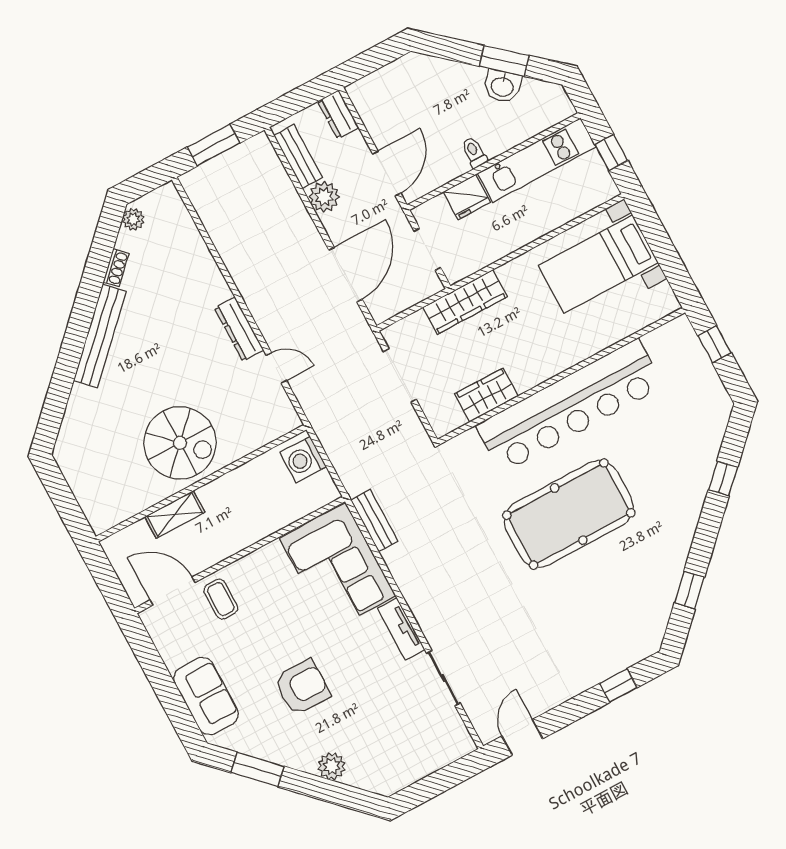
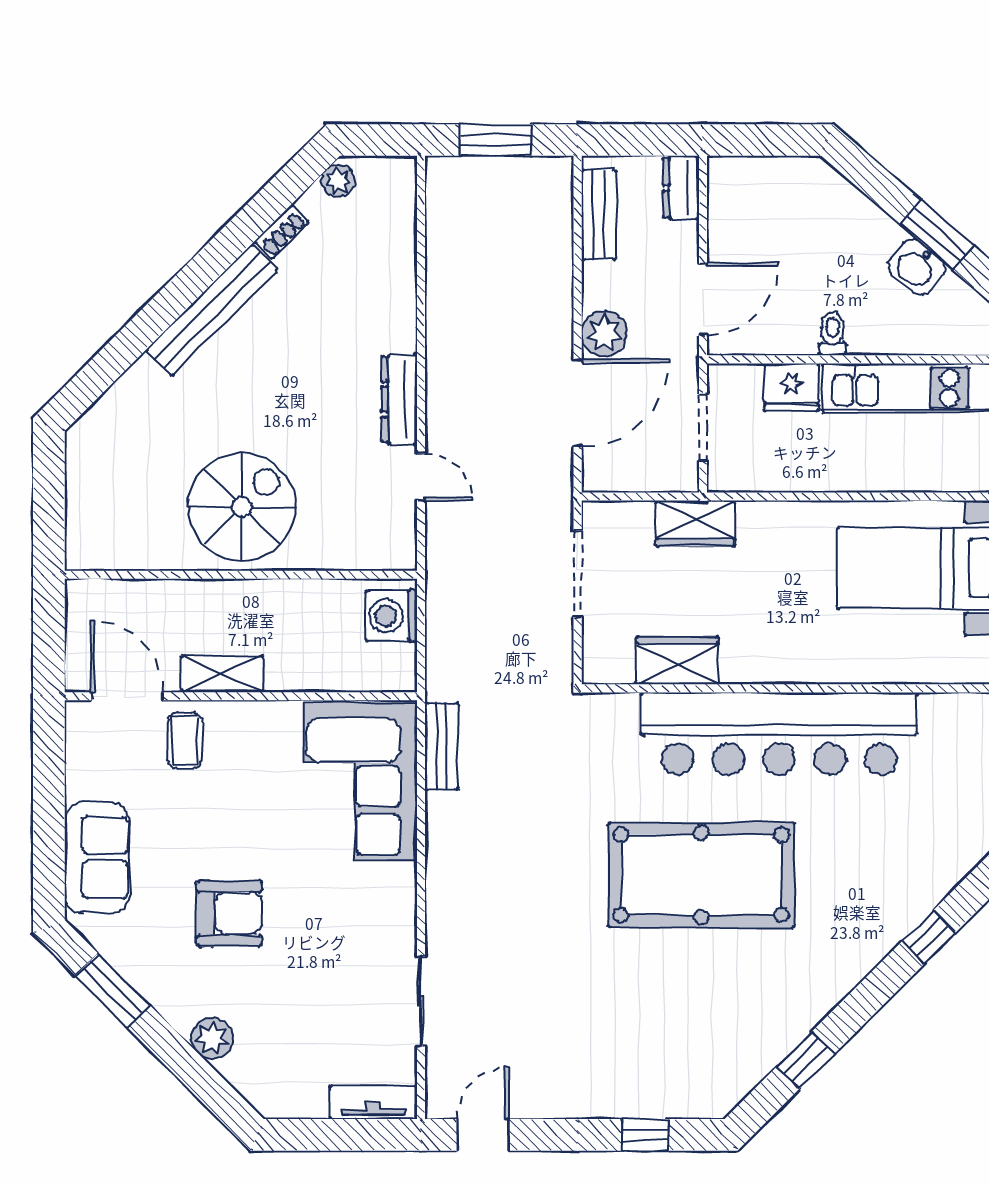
plant: (324, 197) -> (604, 334), moved
wardrobe: (465, 302) -> (695, 523), width x0.67
spiral stairs: (180, 443) -> (242, 507), turned -90
shelving: (175, 515) -> (222, 674), moved
tv unit: (401, 629) -> (373, 1102), moved, turned 90

